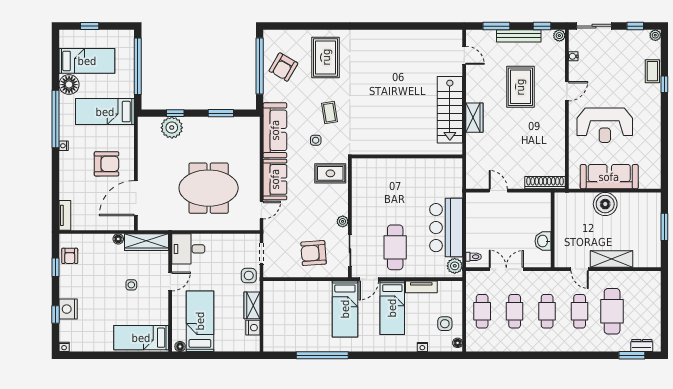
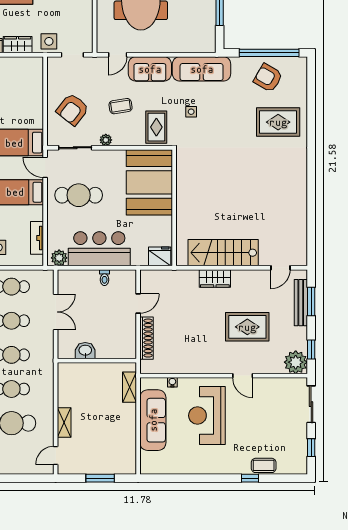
plant: (655, 35) -> (301, 469), removed
bench: (519, 36) -> (301, 303), moved
plant: (559, 36) -> (296, 362), width x1.87, depth x1.87
water cooler: (573, 56) -> (172, 382), moved
coffee table: (330, 113) -> (121, 106), moved
fridge: (453, 170) -> (160, 256), added
booth: (383, 180) -> (149, 182), added
shoe rack: (545, 183) -> (147, 338), moved
shelving: (578, 199) -> (129, 387), added
boiler: (605, 204) -> (124, 416), removed
door: (261, 210) -> (118, 55), hinge flipped
armchair: (314, 253) -> (73, 109), turned -138
toilet: (474, 257) -> (105, 278), moved
shelving: (611, 259) -> (64, 422), width x0.67, depth x0.75
door: (580, 269) -> (56, 455), moved
tv unit: (421, 287) -> (37, 238), moved

